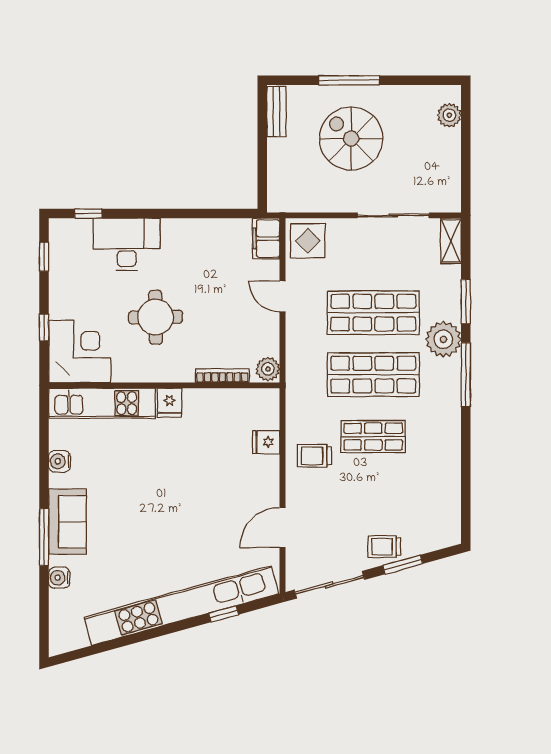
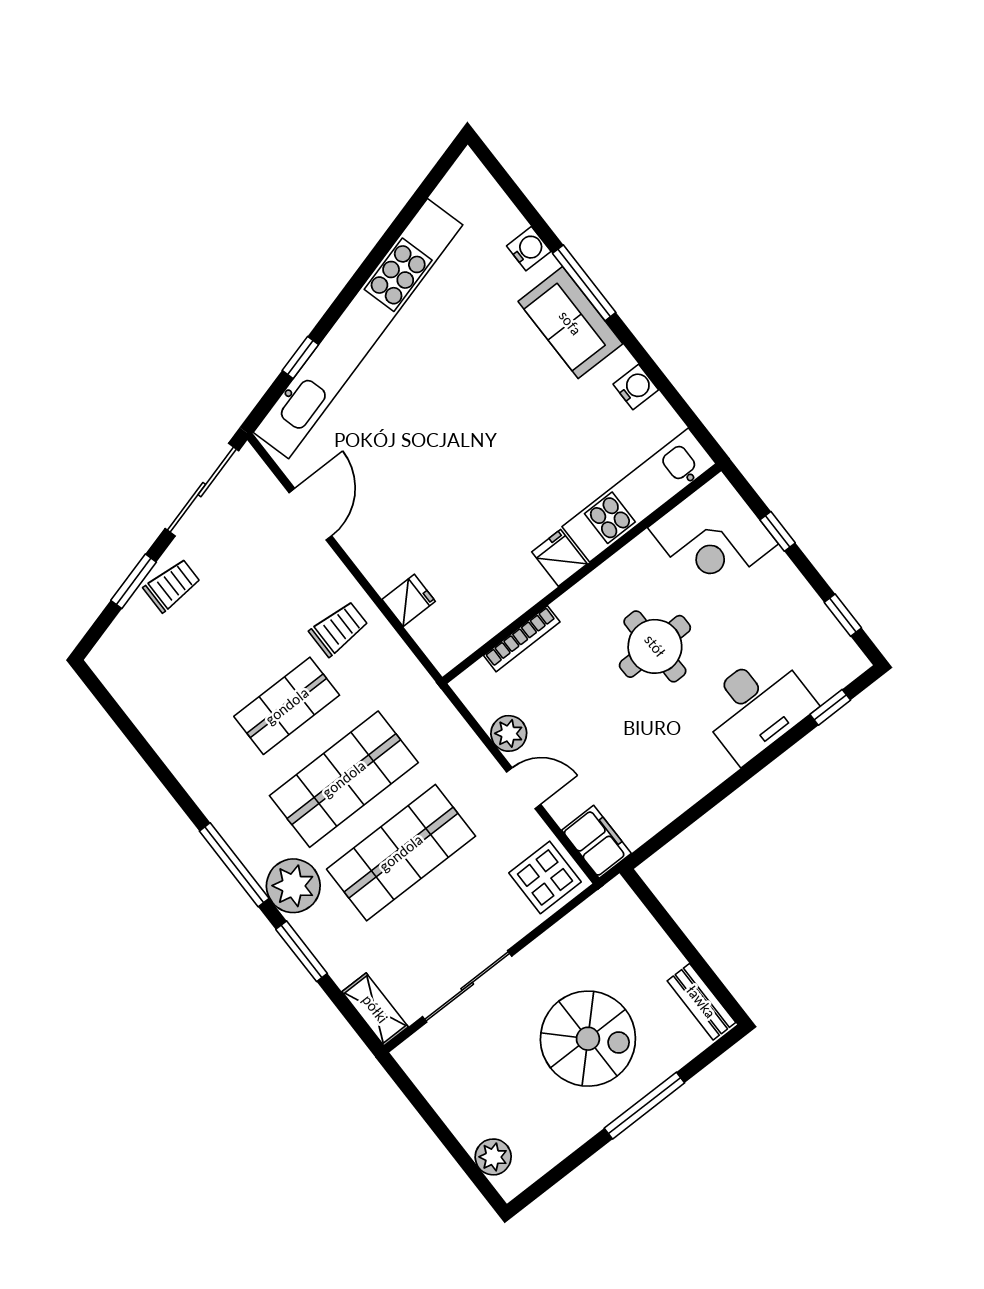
plant: (268, 369) -> (509, 733), moved

